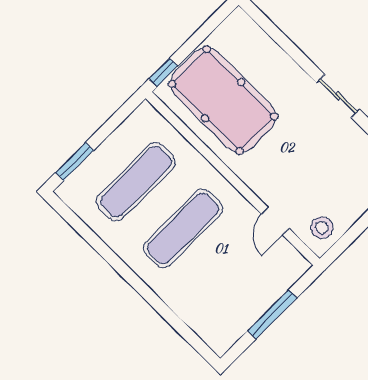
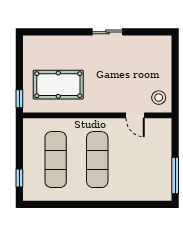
pool table: (223, 100) -> (58, 85), width x0.73, depth x0.76
window: (75, 162) -> (19, 178), width x0.67
window: (272, 314) -> (175, 176), moved

